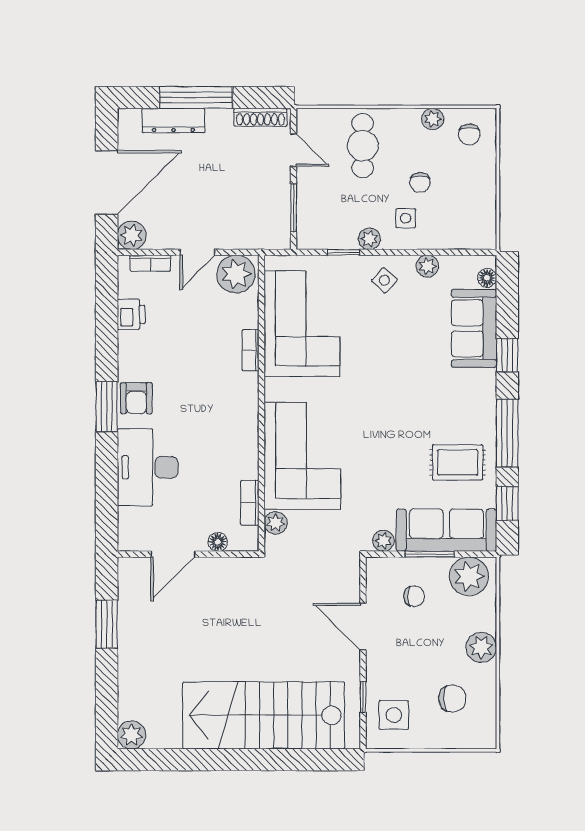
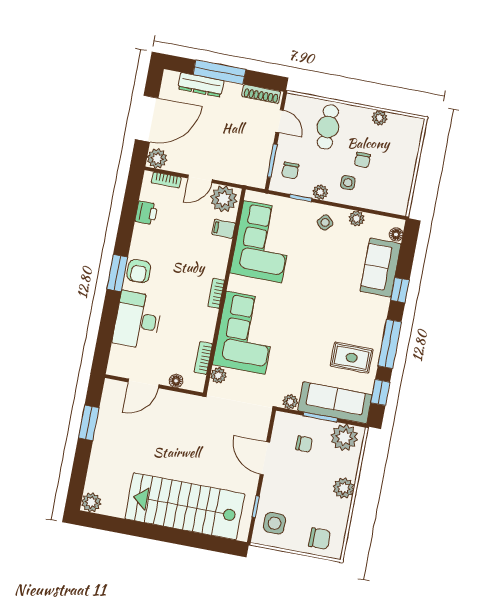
chair: (469, 134) -> (290, 170), moved
filing cabinet: (244, 316) -> (224, 229), added
bookcase: (251, 350) -> (216, 293), moved
chair: (452, 699) -> (319, 539), moved

